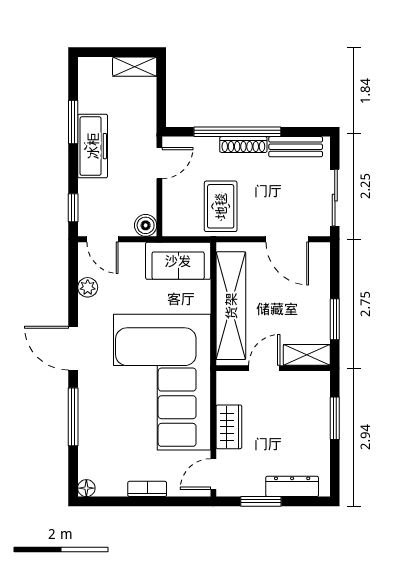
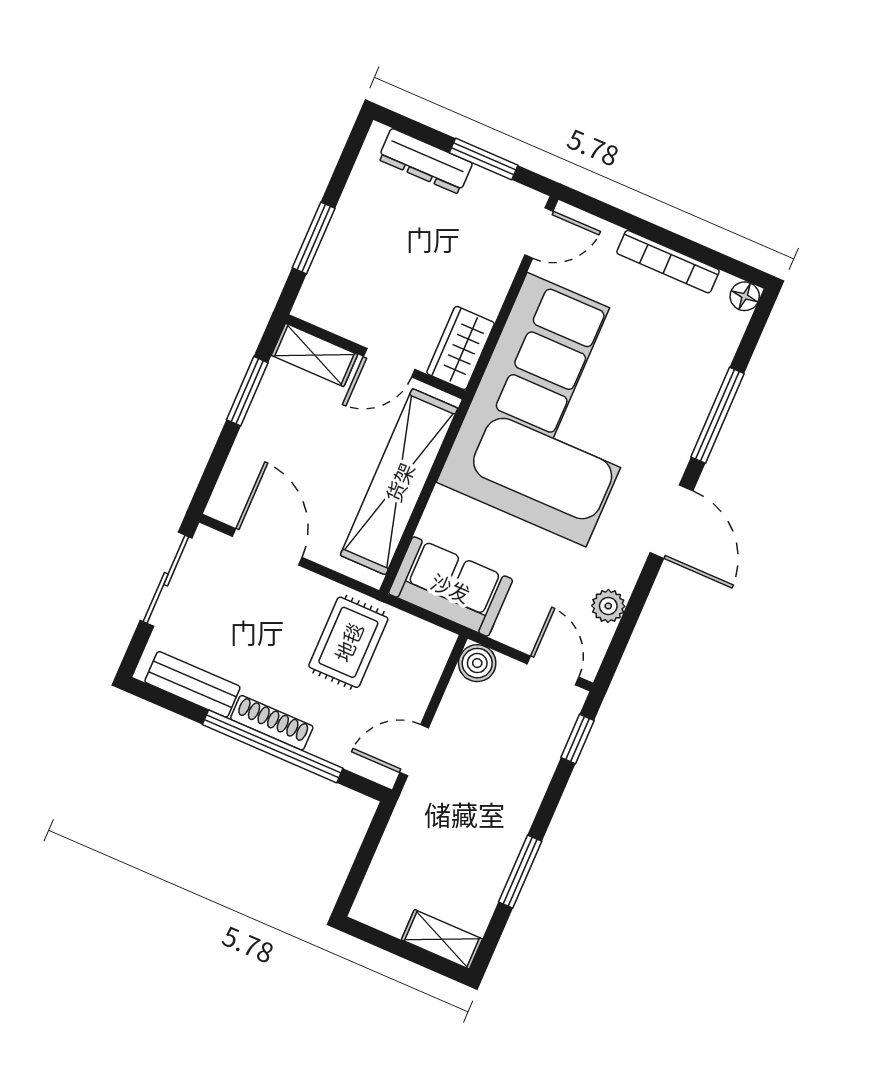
shelving: (135, 67) -> (442, 939), moved
freezer: (93, 146) -> (506, 821), removed
wardrobe: (229, 427) -> (460, 348), moved
bookcase: (147, 489) -> (668, 262), width x1.56

